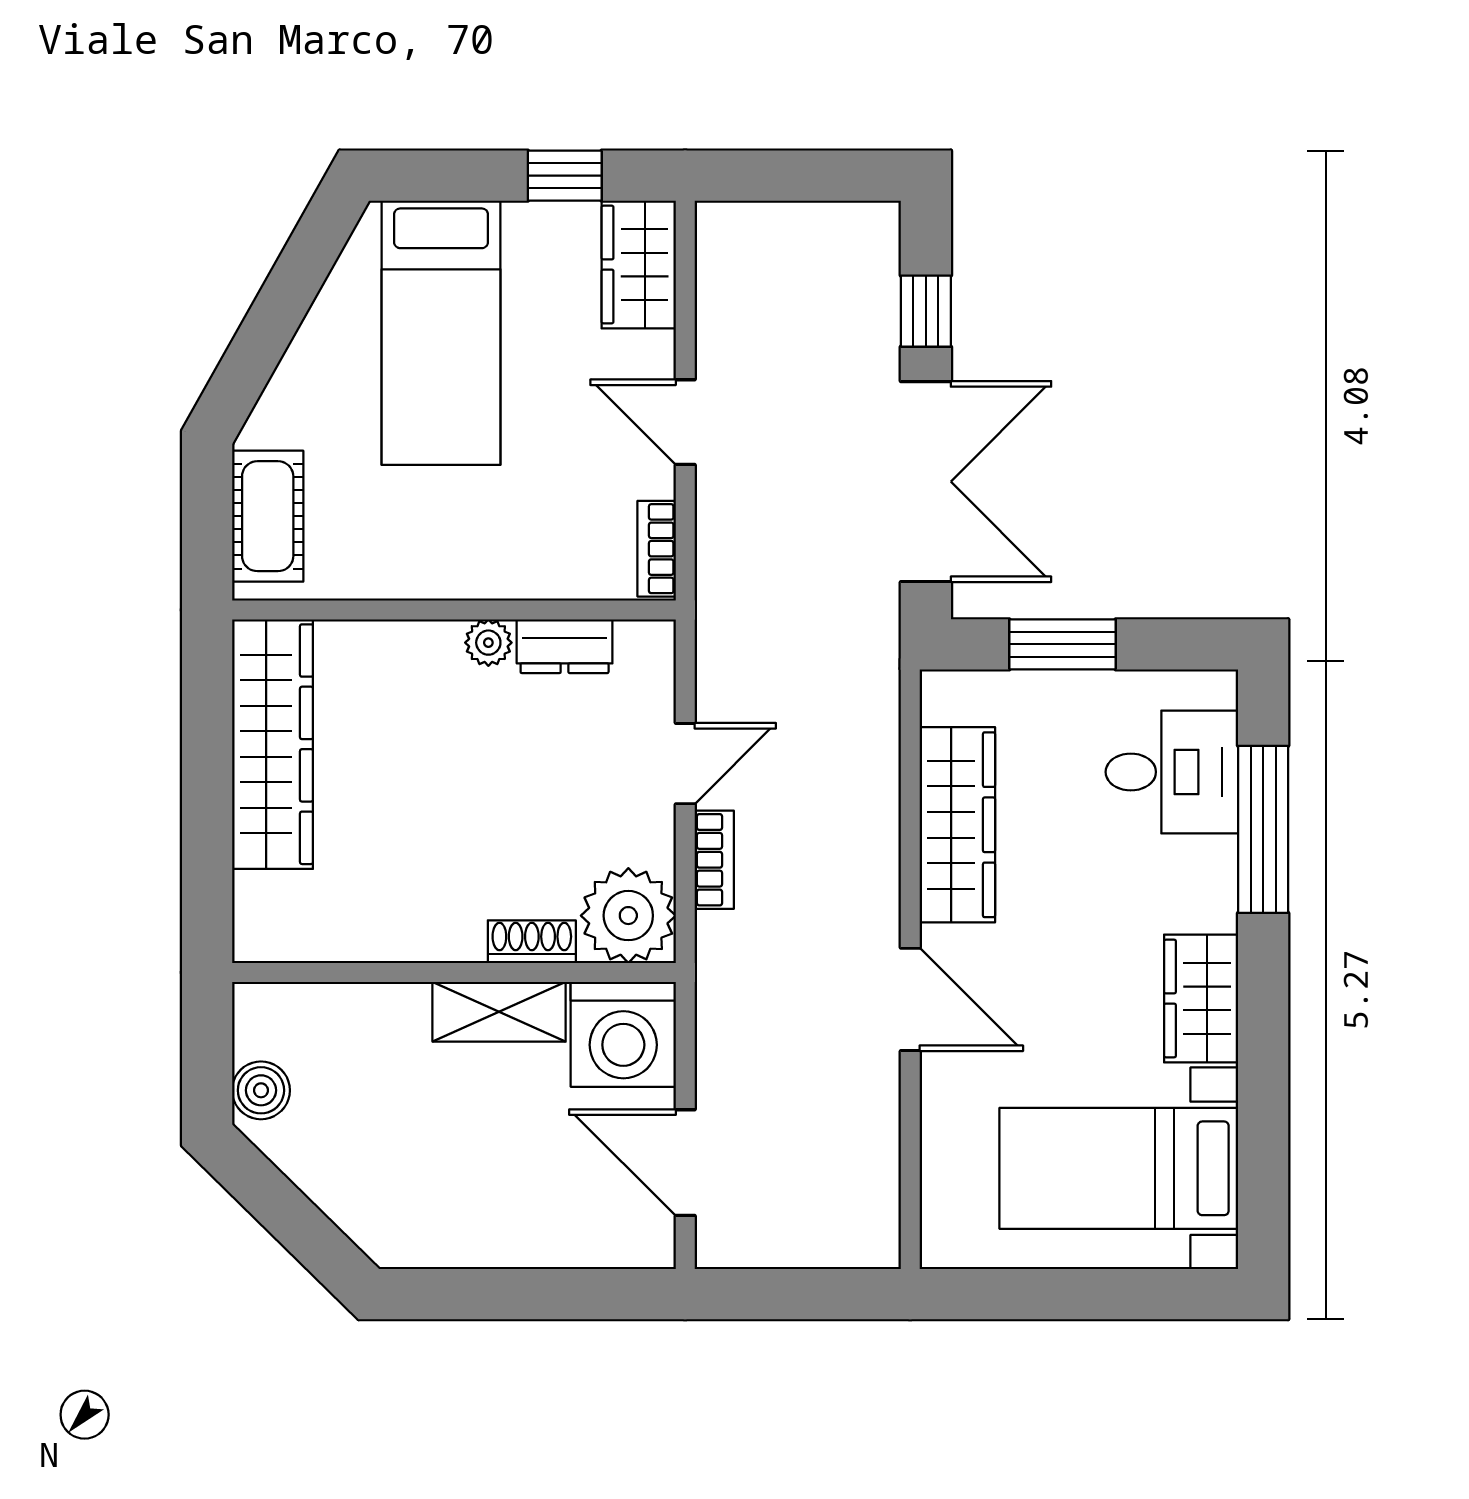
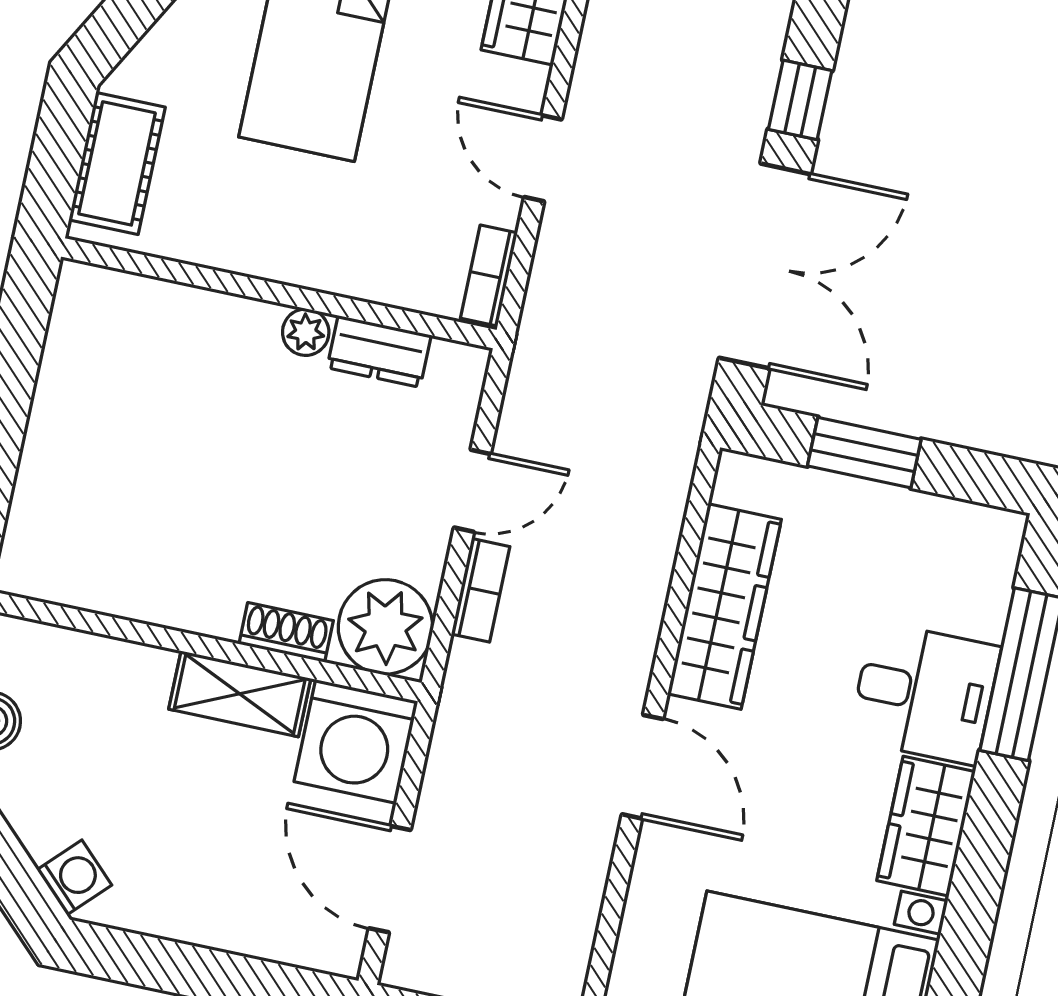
wardrobe: (272, 744) -> (75, 386), removed
desk: (1172, 772) -> (925, 693), moved
washing machine: (375, 1227) -> (74, 877), added

